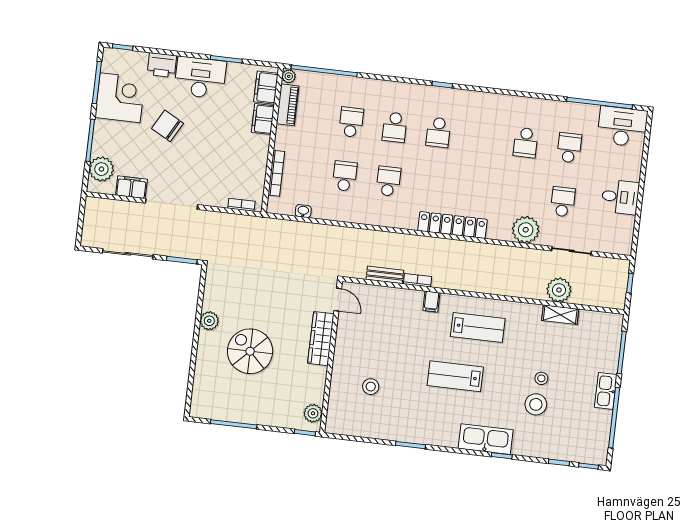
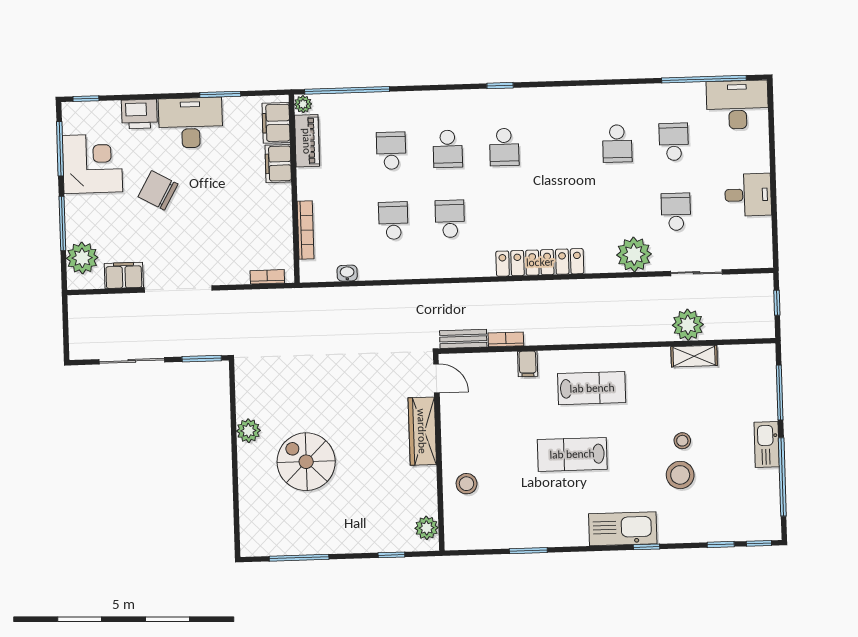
door: (338, 300) -> (436, 378), moved
wardrobe: (321, 339) -> (422, 431), moved
wall: (331, 357) -> (439, 452), moved
plant: (313, 413) -> (427, 528), moved

